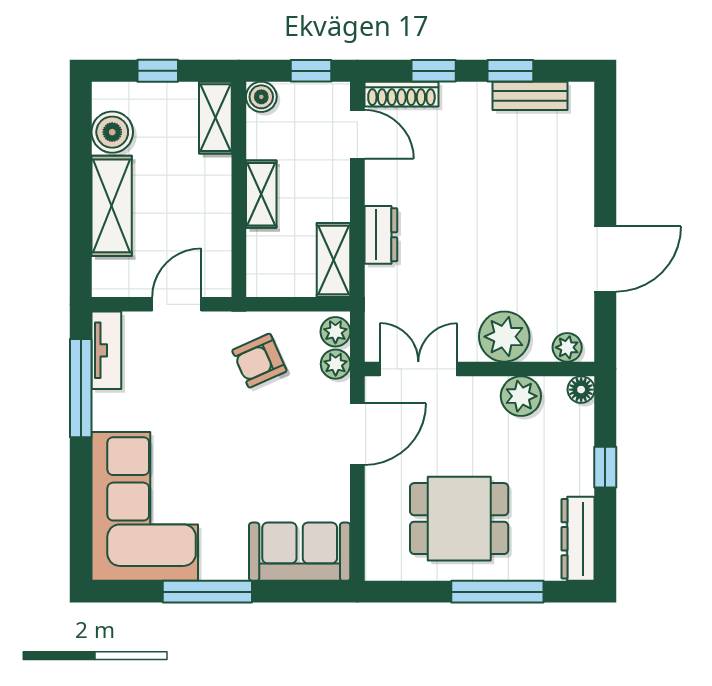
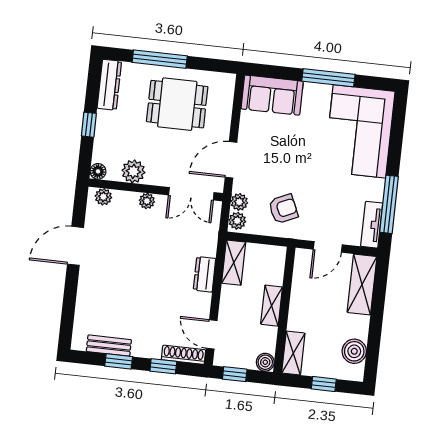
shelving: (112, 206) -> (362, 284), moved
plant: (504, 337) -> (147, 201), width x0.53, depth x0.53

